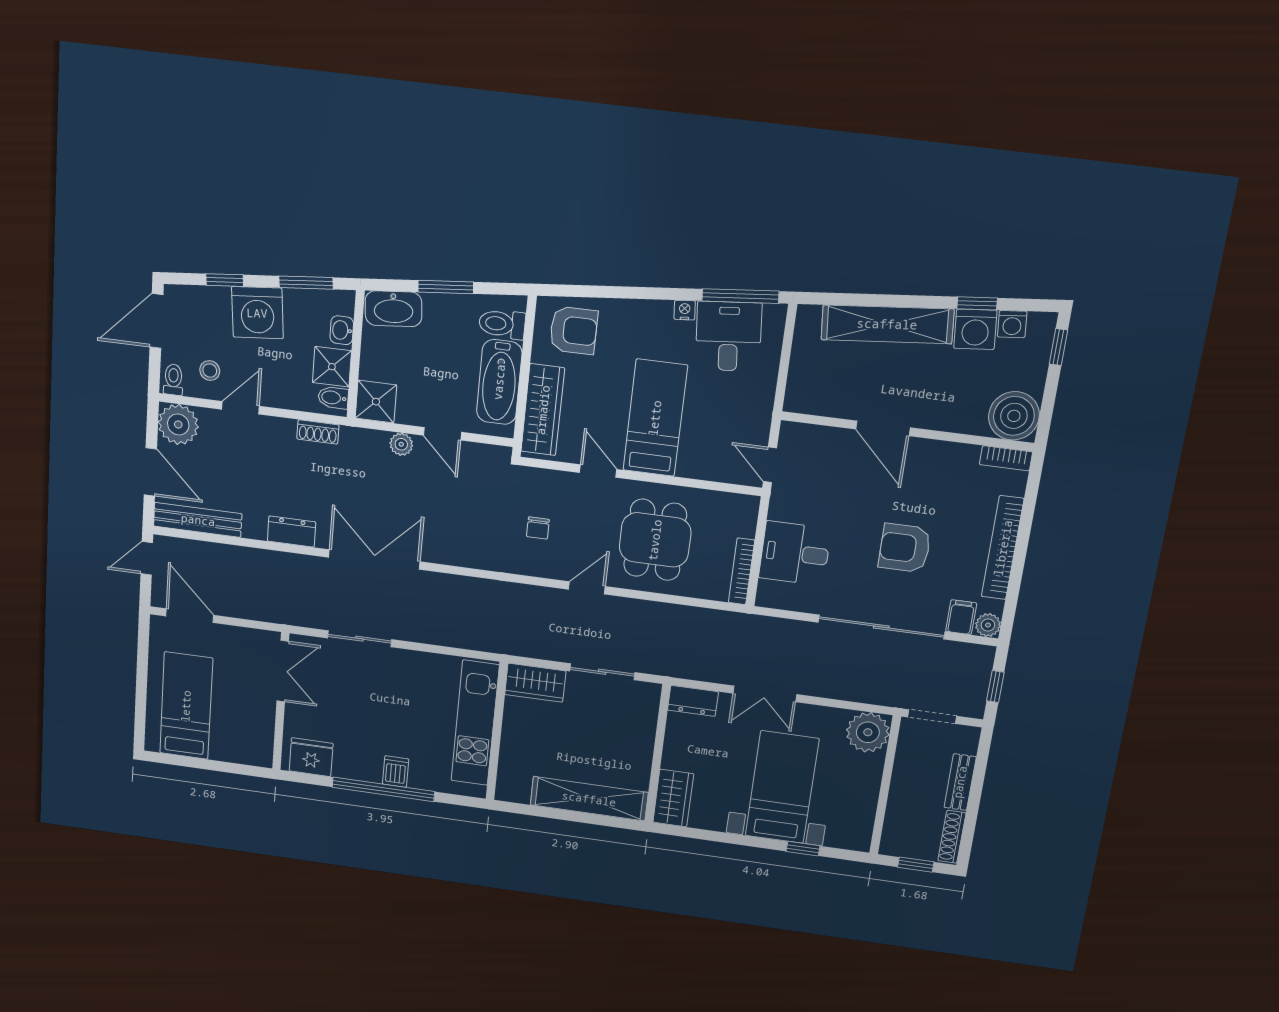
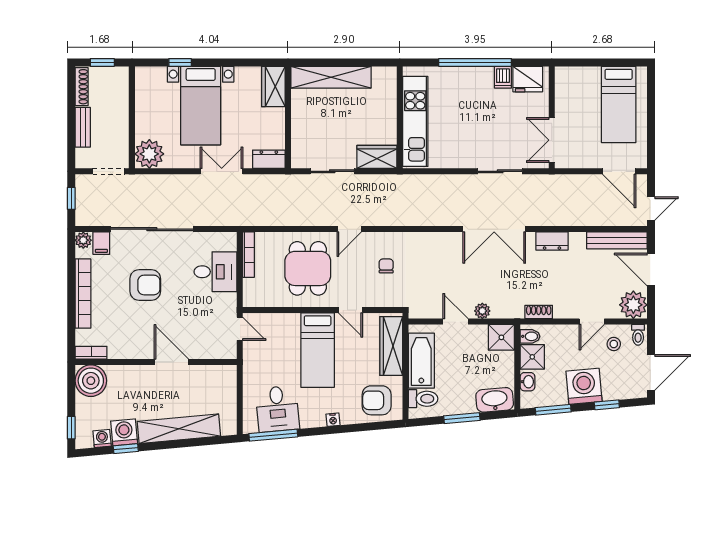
nightstand: (685, 310) -> (333, 420), moved
dishwasher: (396, 772) -> (503, 77), moved

